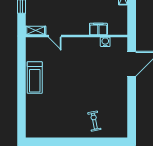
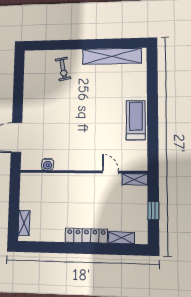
filing cabinet: (98, 29) -> (56, 180), removed
shelving: (54, 131) -> (112, 56), added

